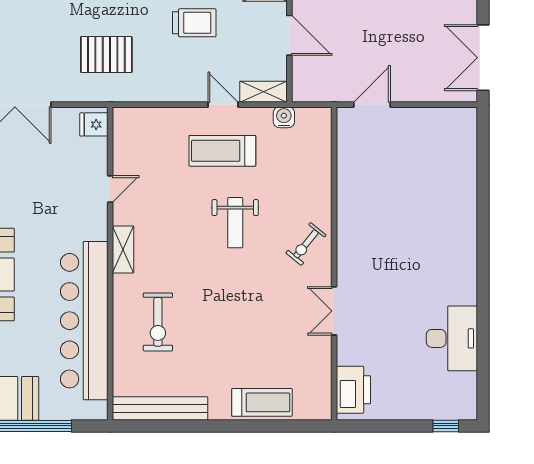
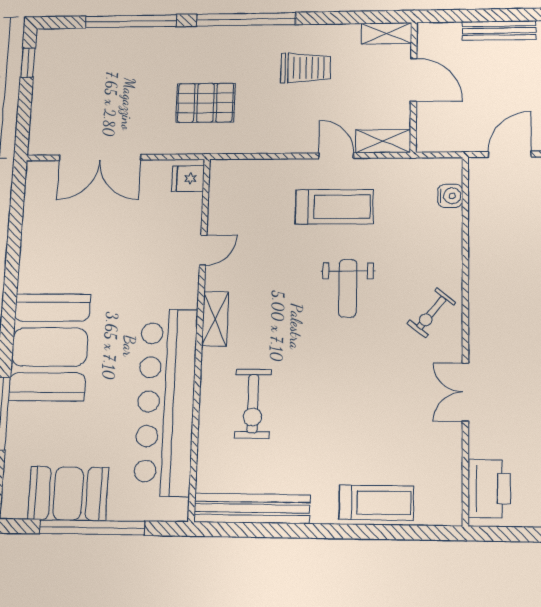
water cooler: (284, 117) -> (450, 196), moved, turned 90
treadmill: (222, 151) -> (334, 207), turned 180

